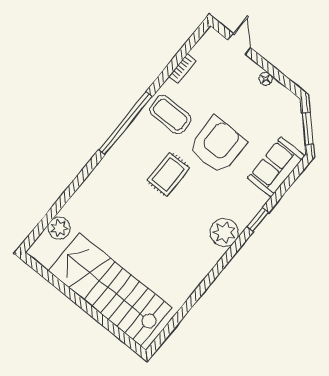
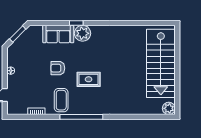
armchair: (217, 145) -> (58, 68), width x0.53, depth x0.53
sofa: (276, 167) -> (58, 34), moved
plant: (59, 228) -> (169, 108), moved
plant: (224, 233) -> (83, 33), moved

